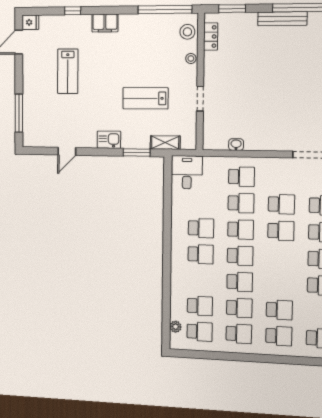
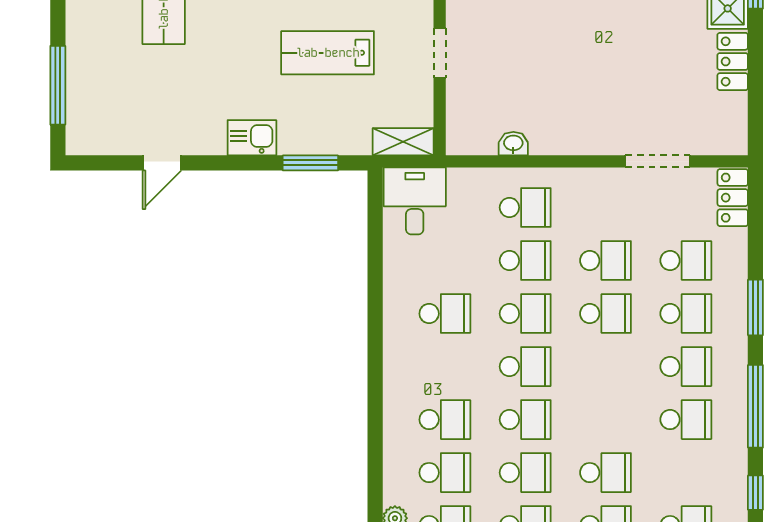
shelving: (165, 143) -> (403, 142), moved
school desk: (201, 254) -> (445, 420), moved

